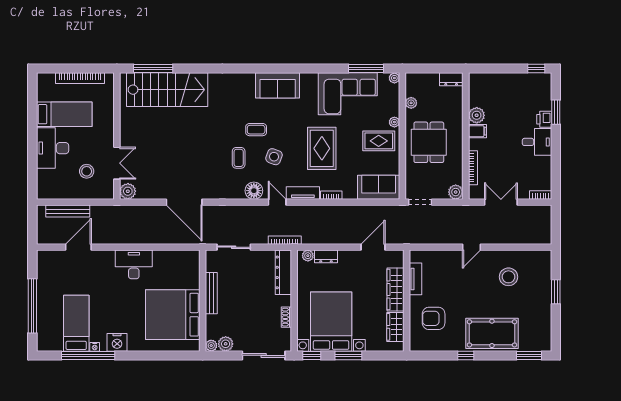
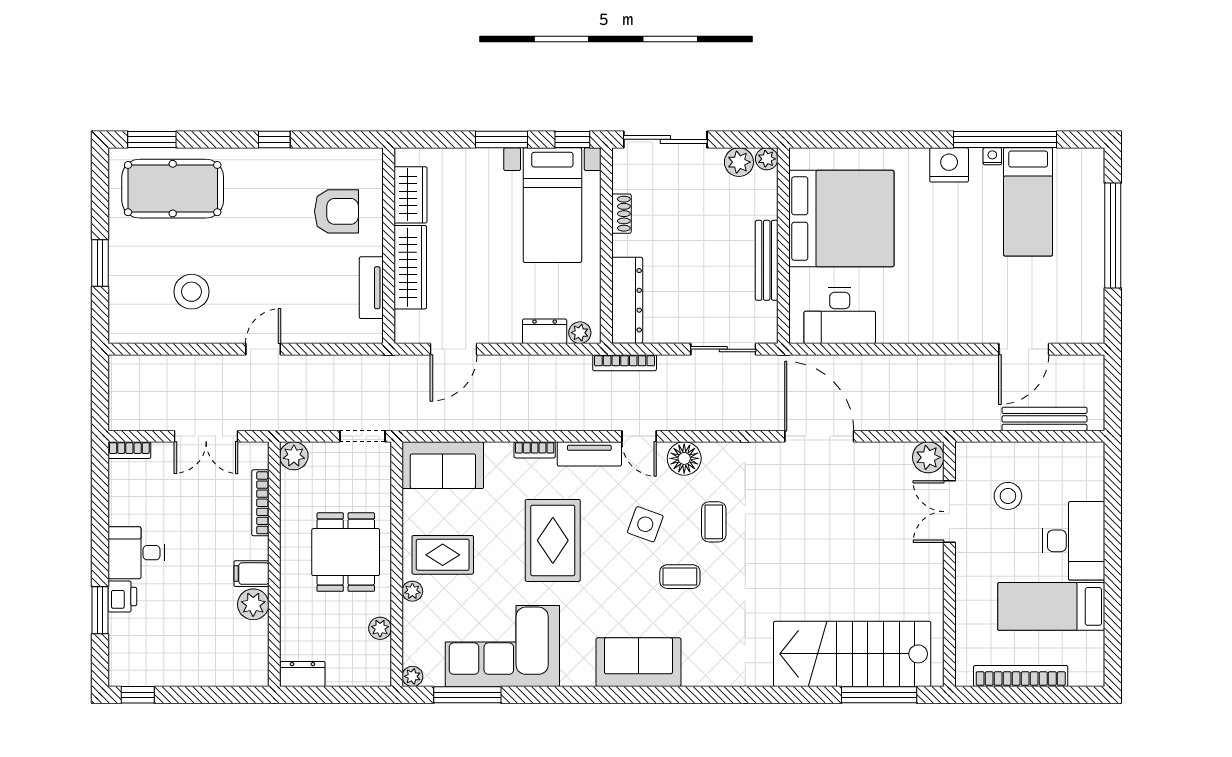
desk: (134, 264) -> (840, 316), moved
bed with nightstands: (331, 322) -> (552, 205), width x0.73
pool table: (492, 333) -> (173, 189), moved

